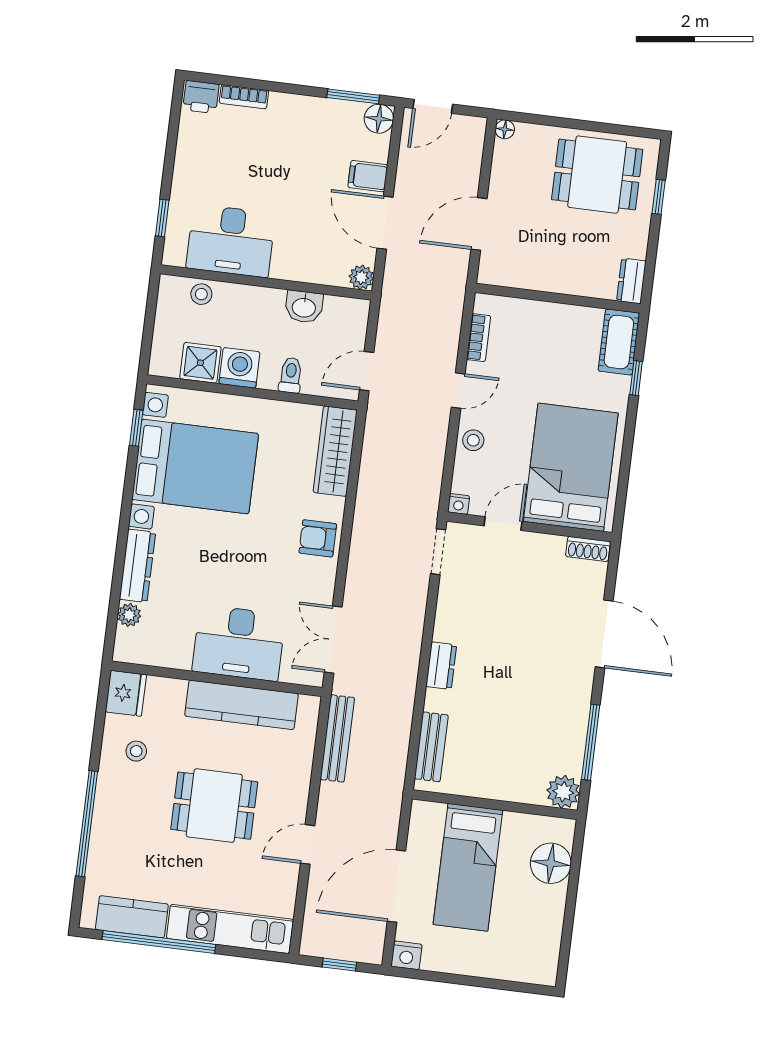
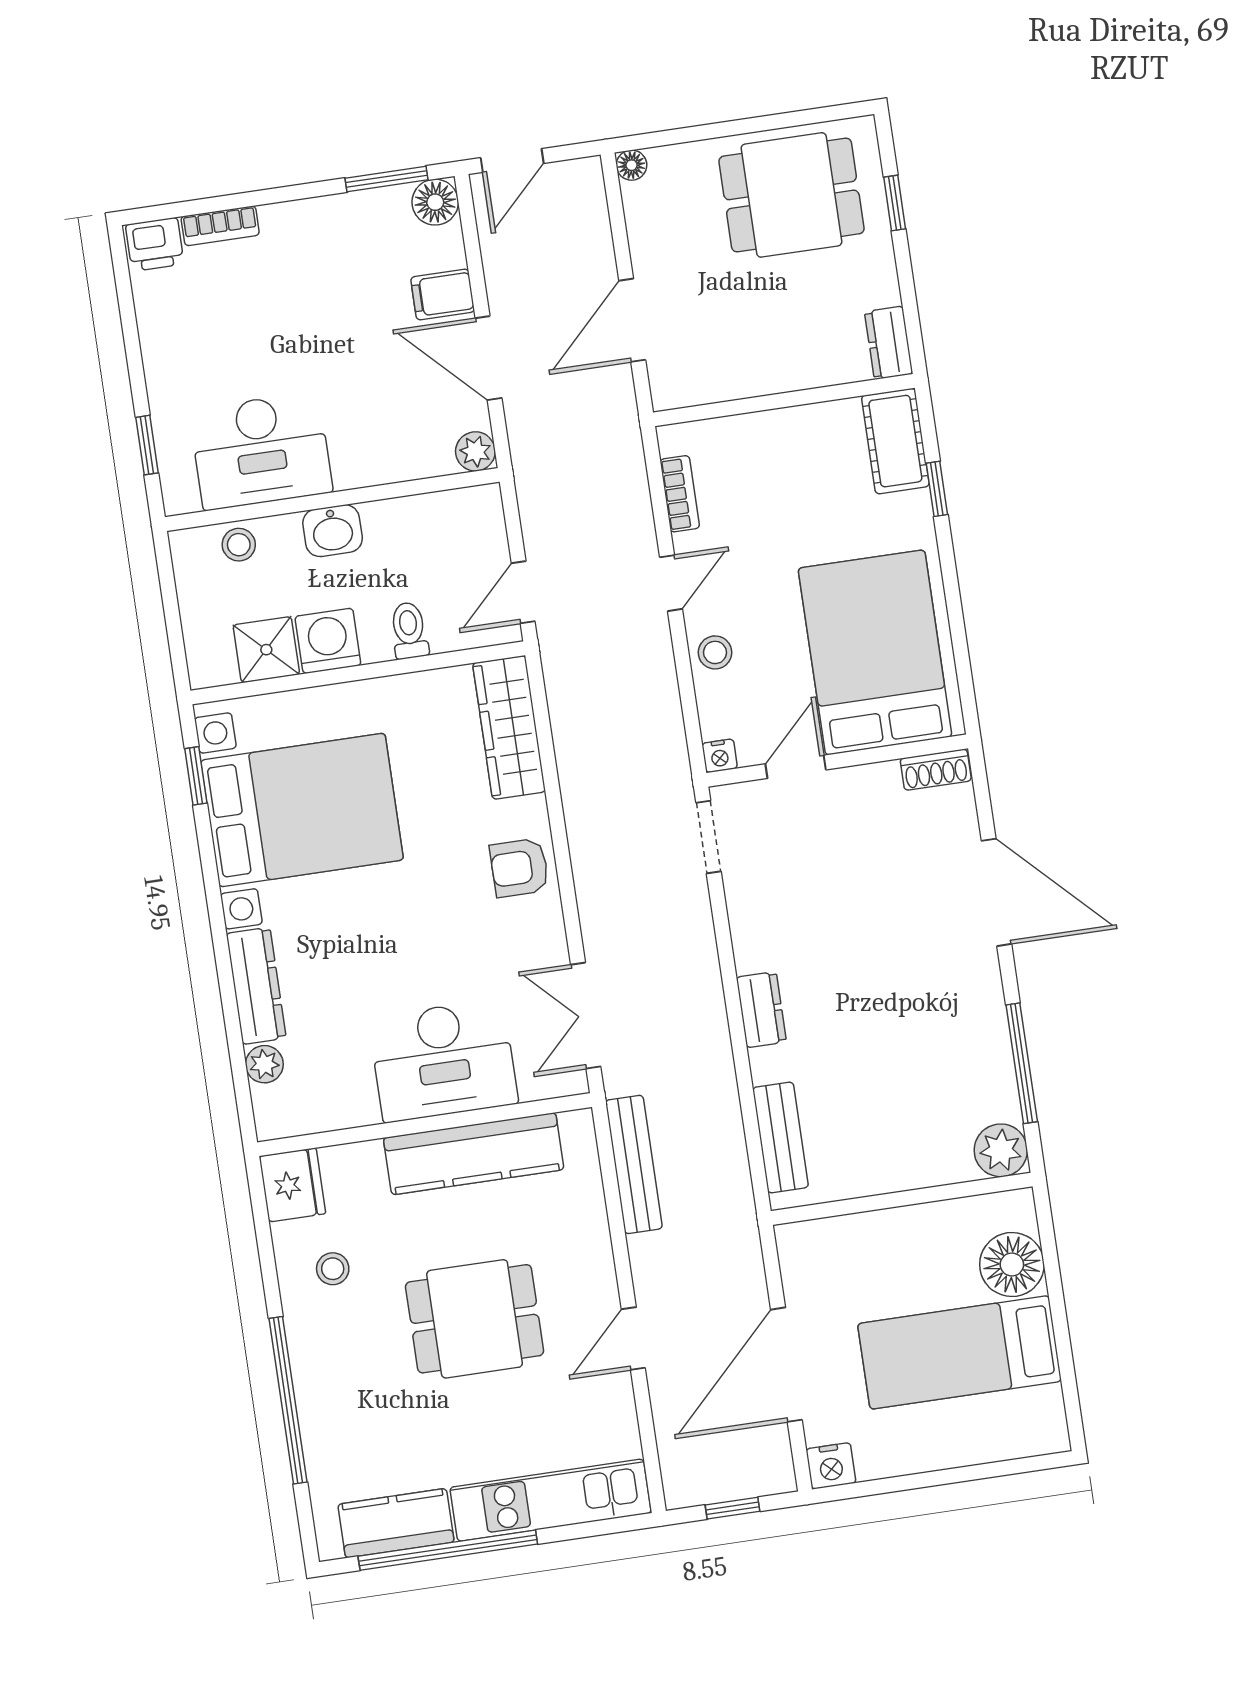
washbasin: (304, 307) -> (333, 531), moved
bed: (468, 867) -> (960, 1352), moved, turned 90

